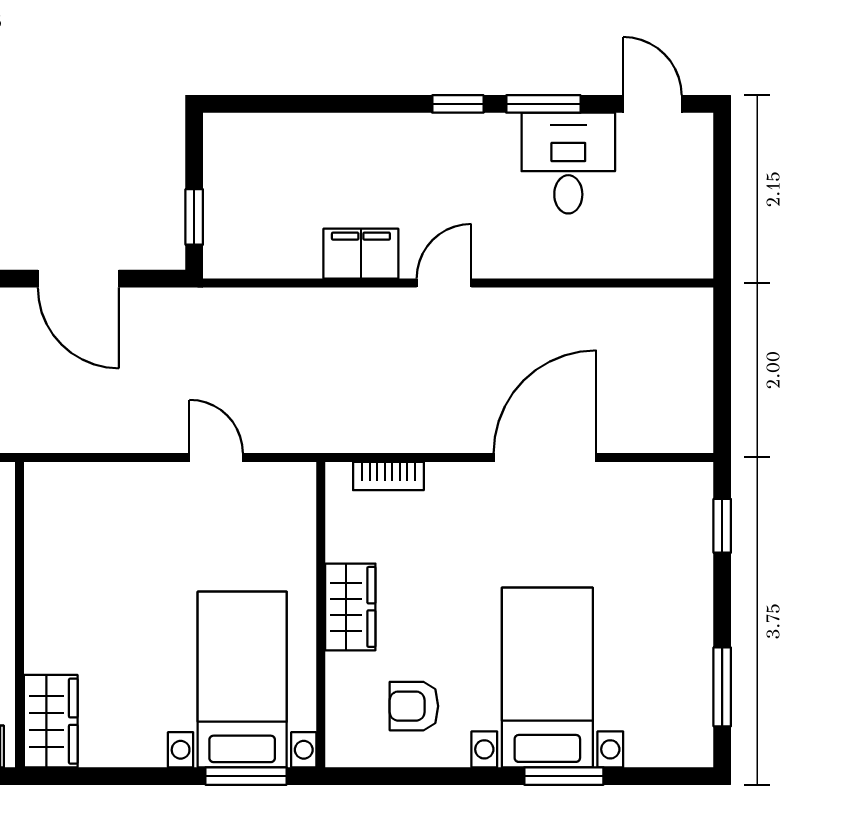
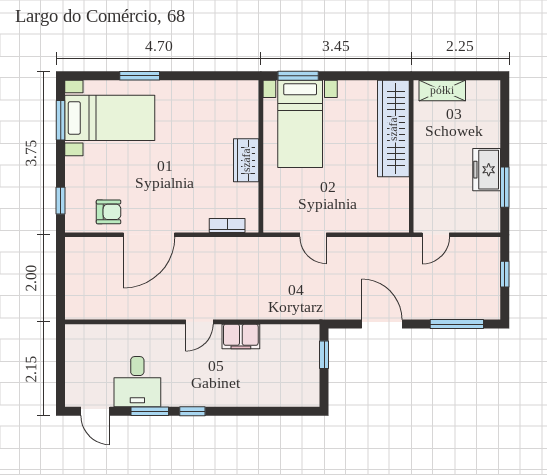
bed with nightstands: (547, 678) -> (110, 118), moved, turned -90
armchair: (414, 706) -> (109, 212), moved
wardrobe: (51, 721) -> (393, 129), width x2.10, depth x1.17

